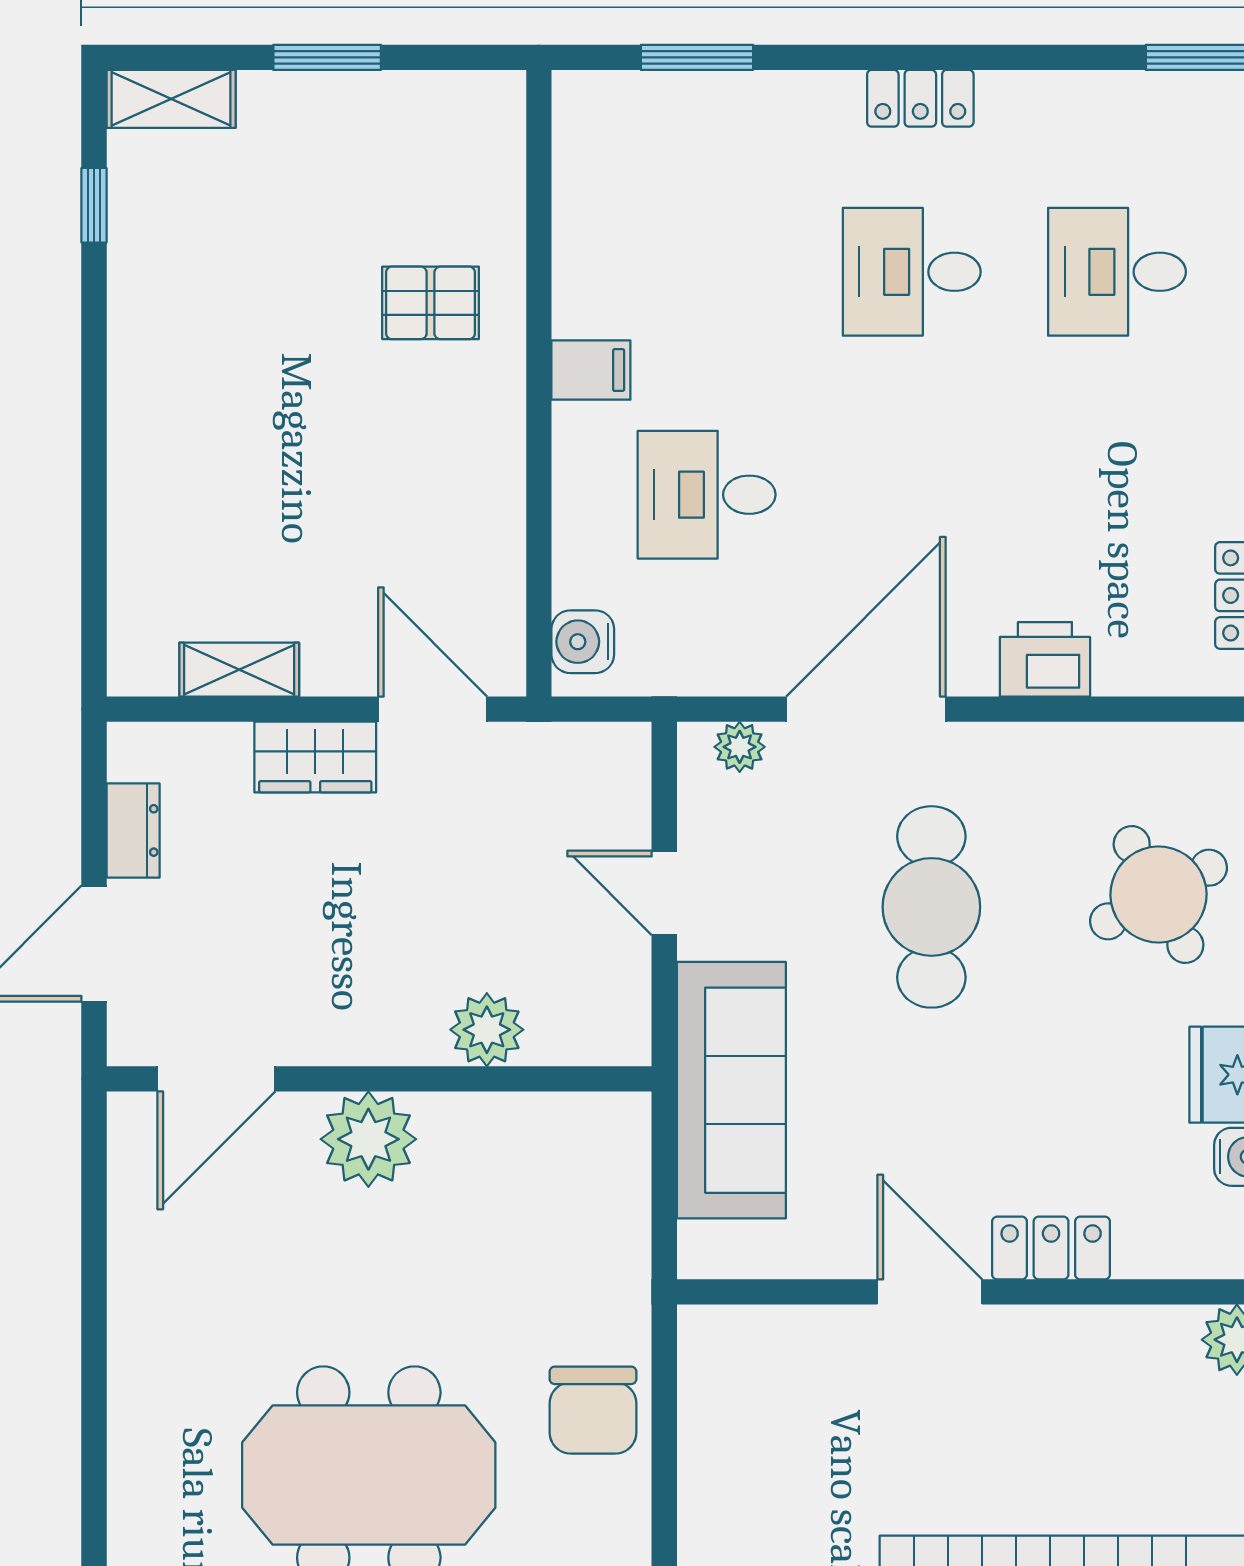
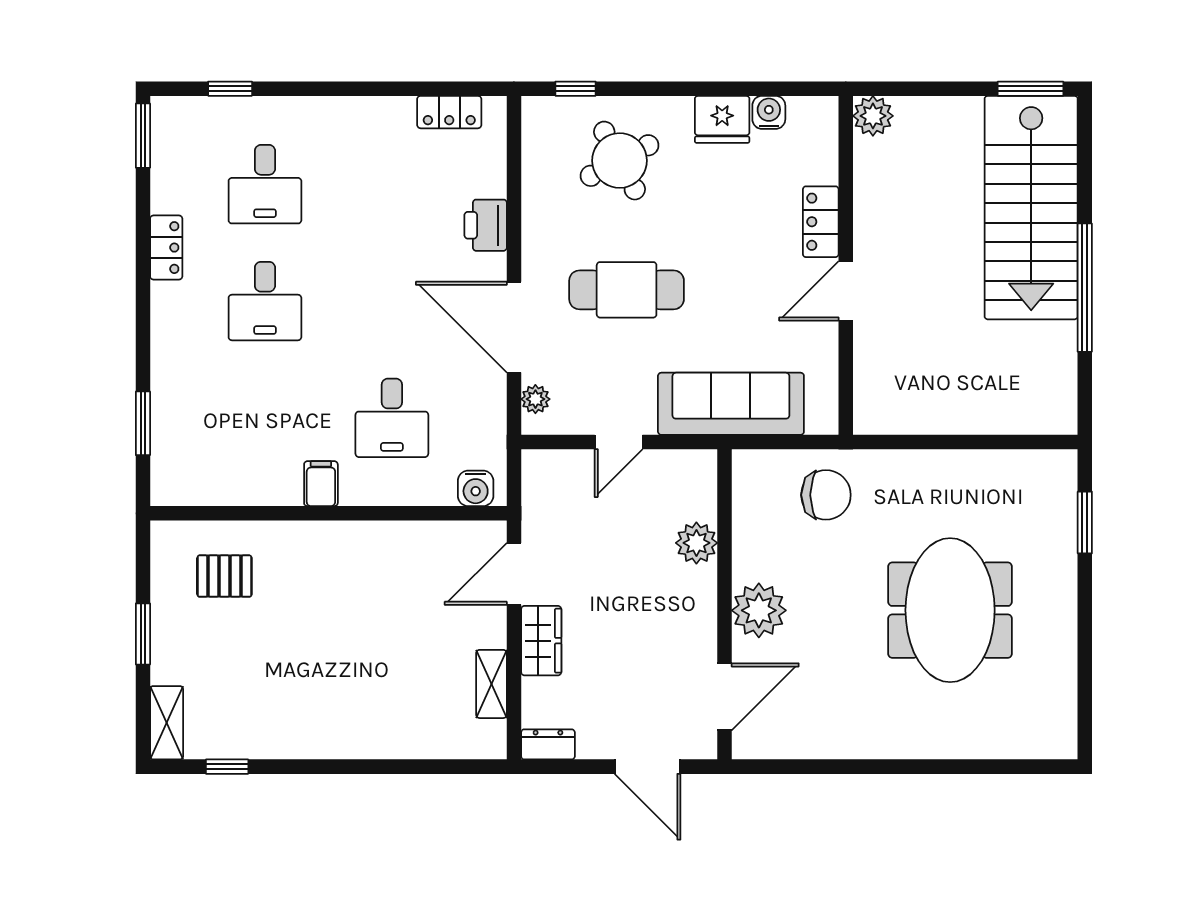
locker: (920, 98) -> (166, 248), moved
pallet: (430, 303) -> (224, 576), moved, turned 90
dresser: (133, 830) -> (548, 744), moved
door: (216, 1079) -> (724, 697), hinge flipped
chair: (593, 1410) -> (826, 495), moved

